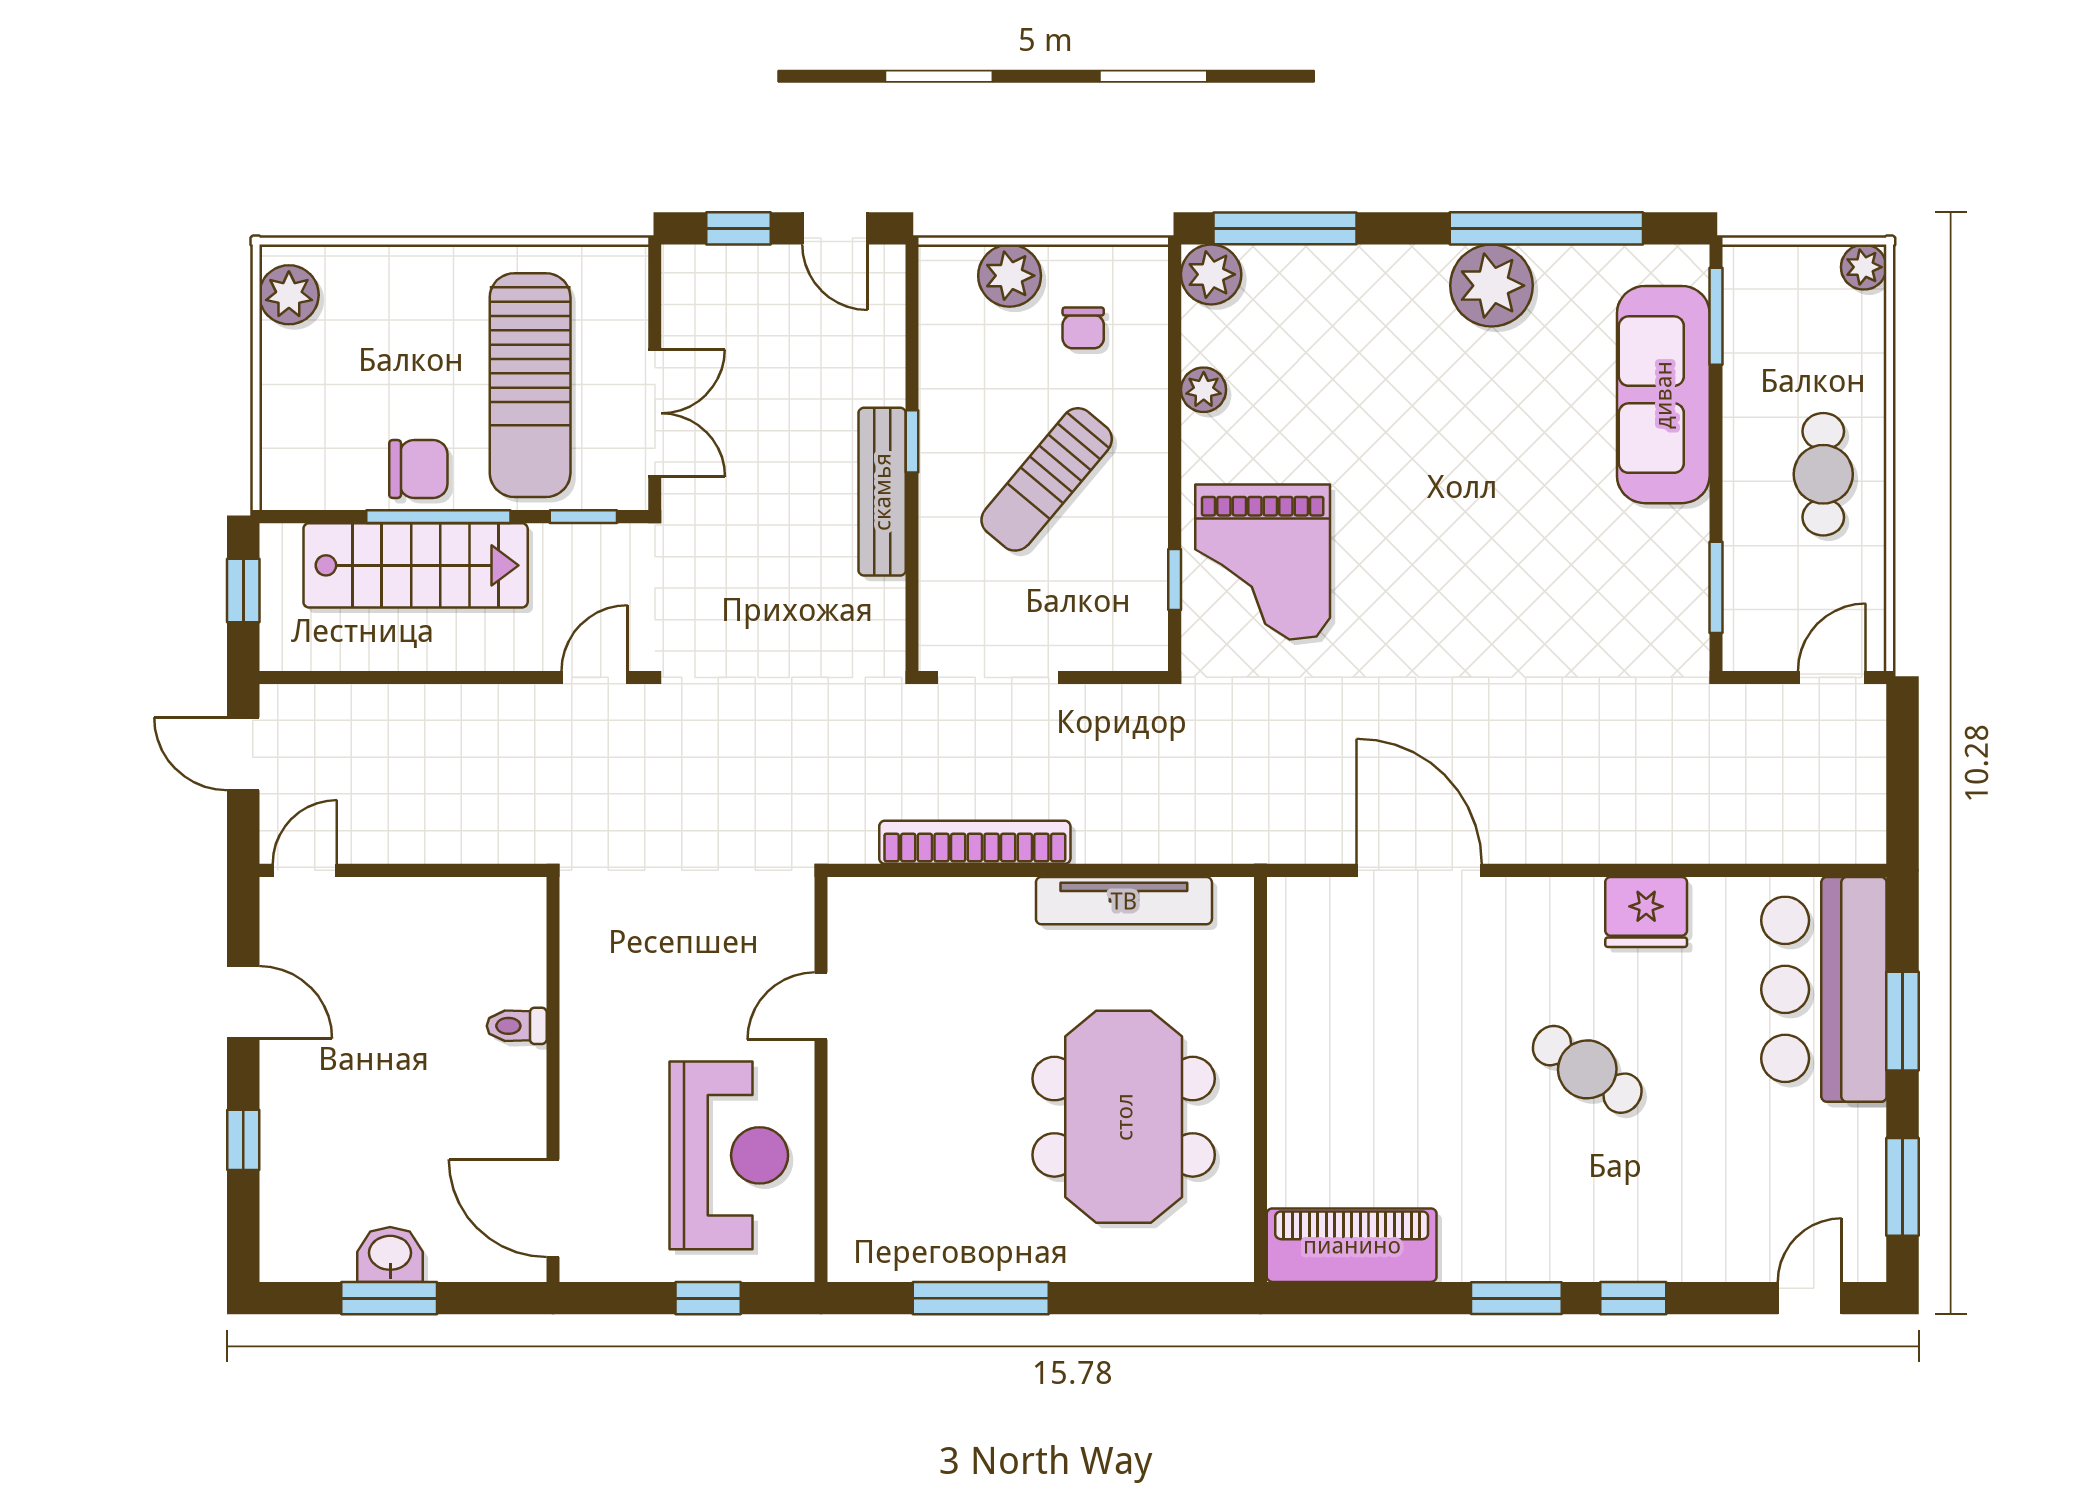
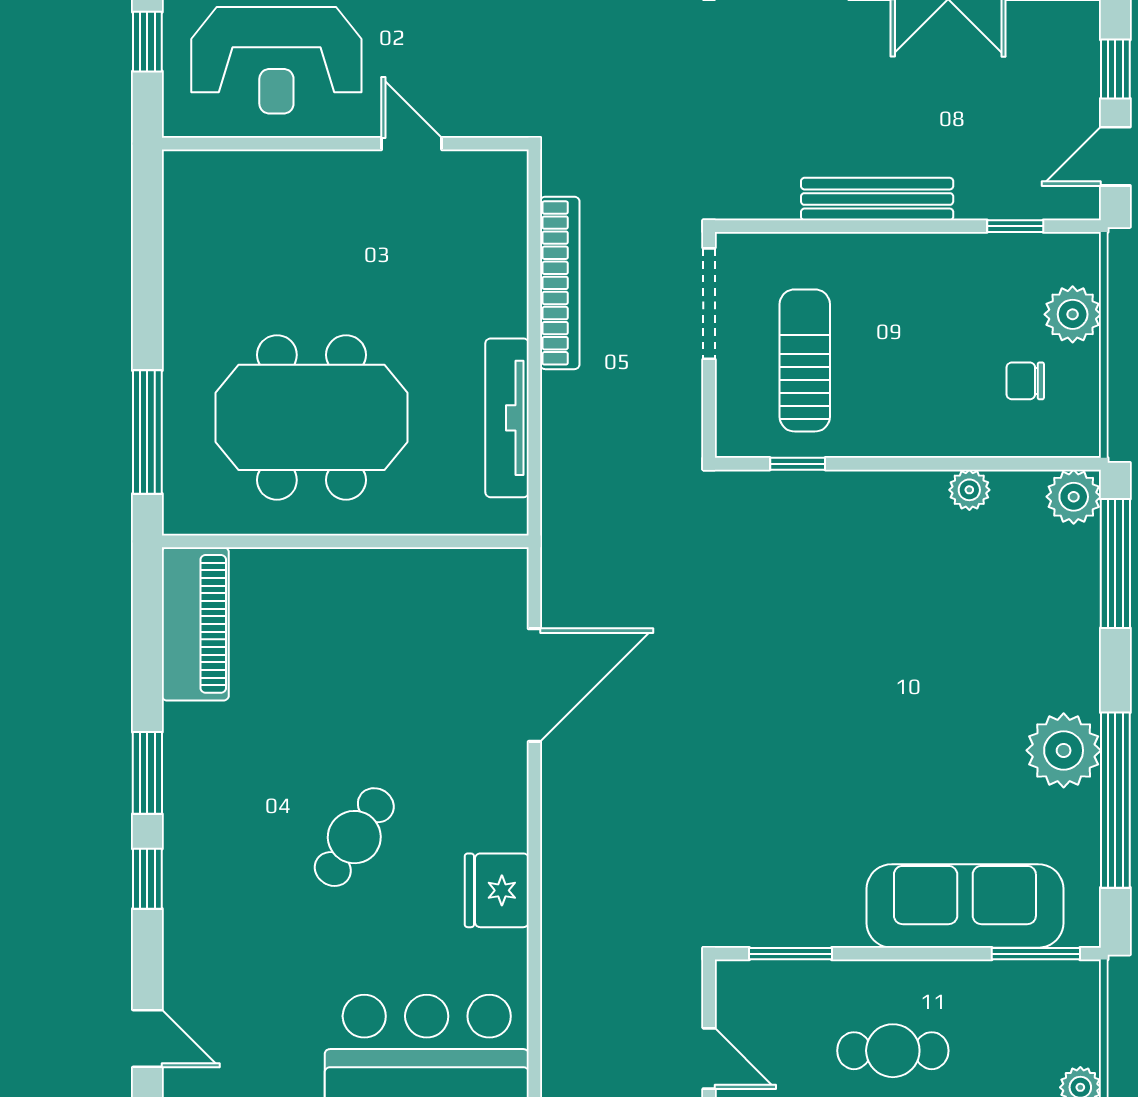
window: (912, 441) -> (1015, 226), moved
sun lounger: (1047, 479) -> (805, 360), moved, turned 50
grand piano: (1263, 562) -> (813, 543), removed
window: (981, 1298) -> (147, 432), moved

